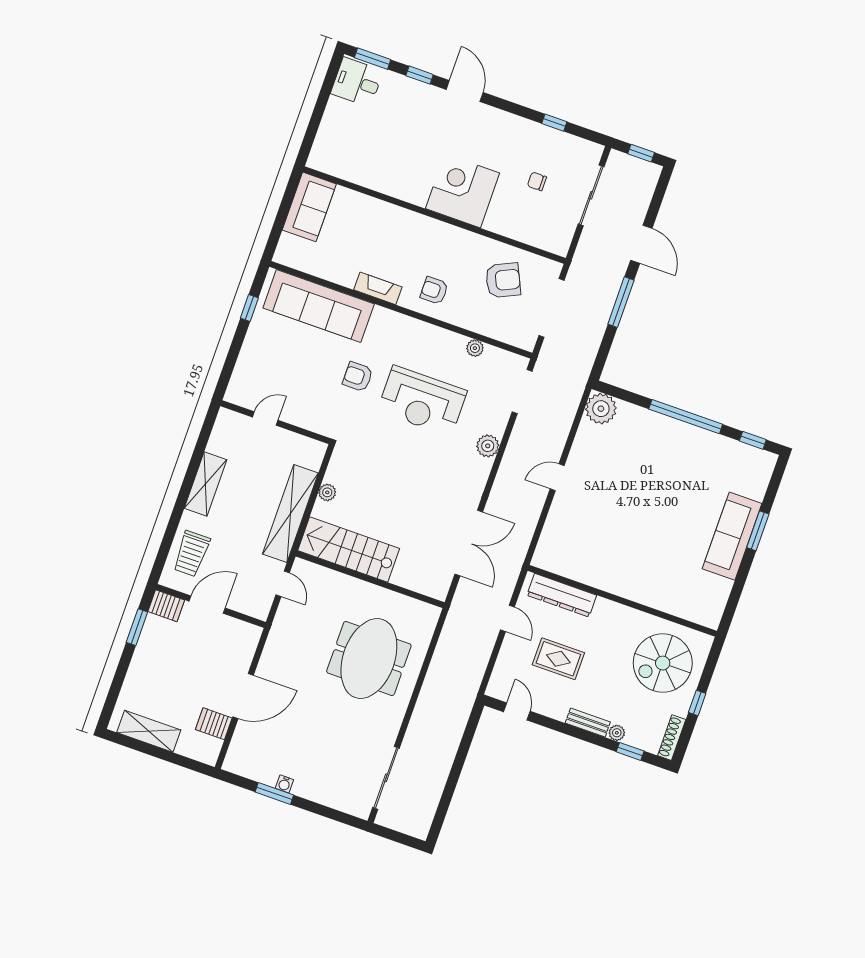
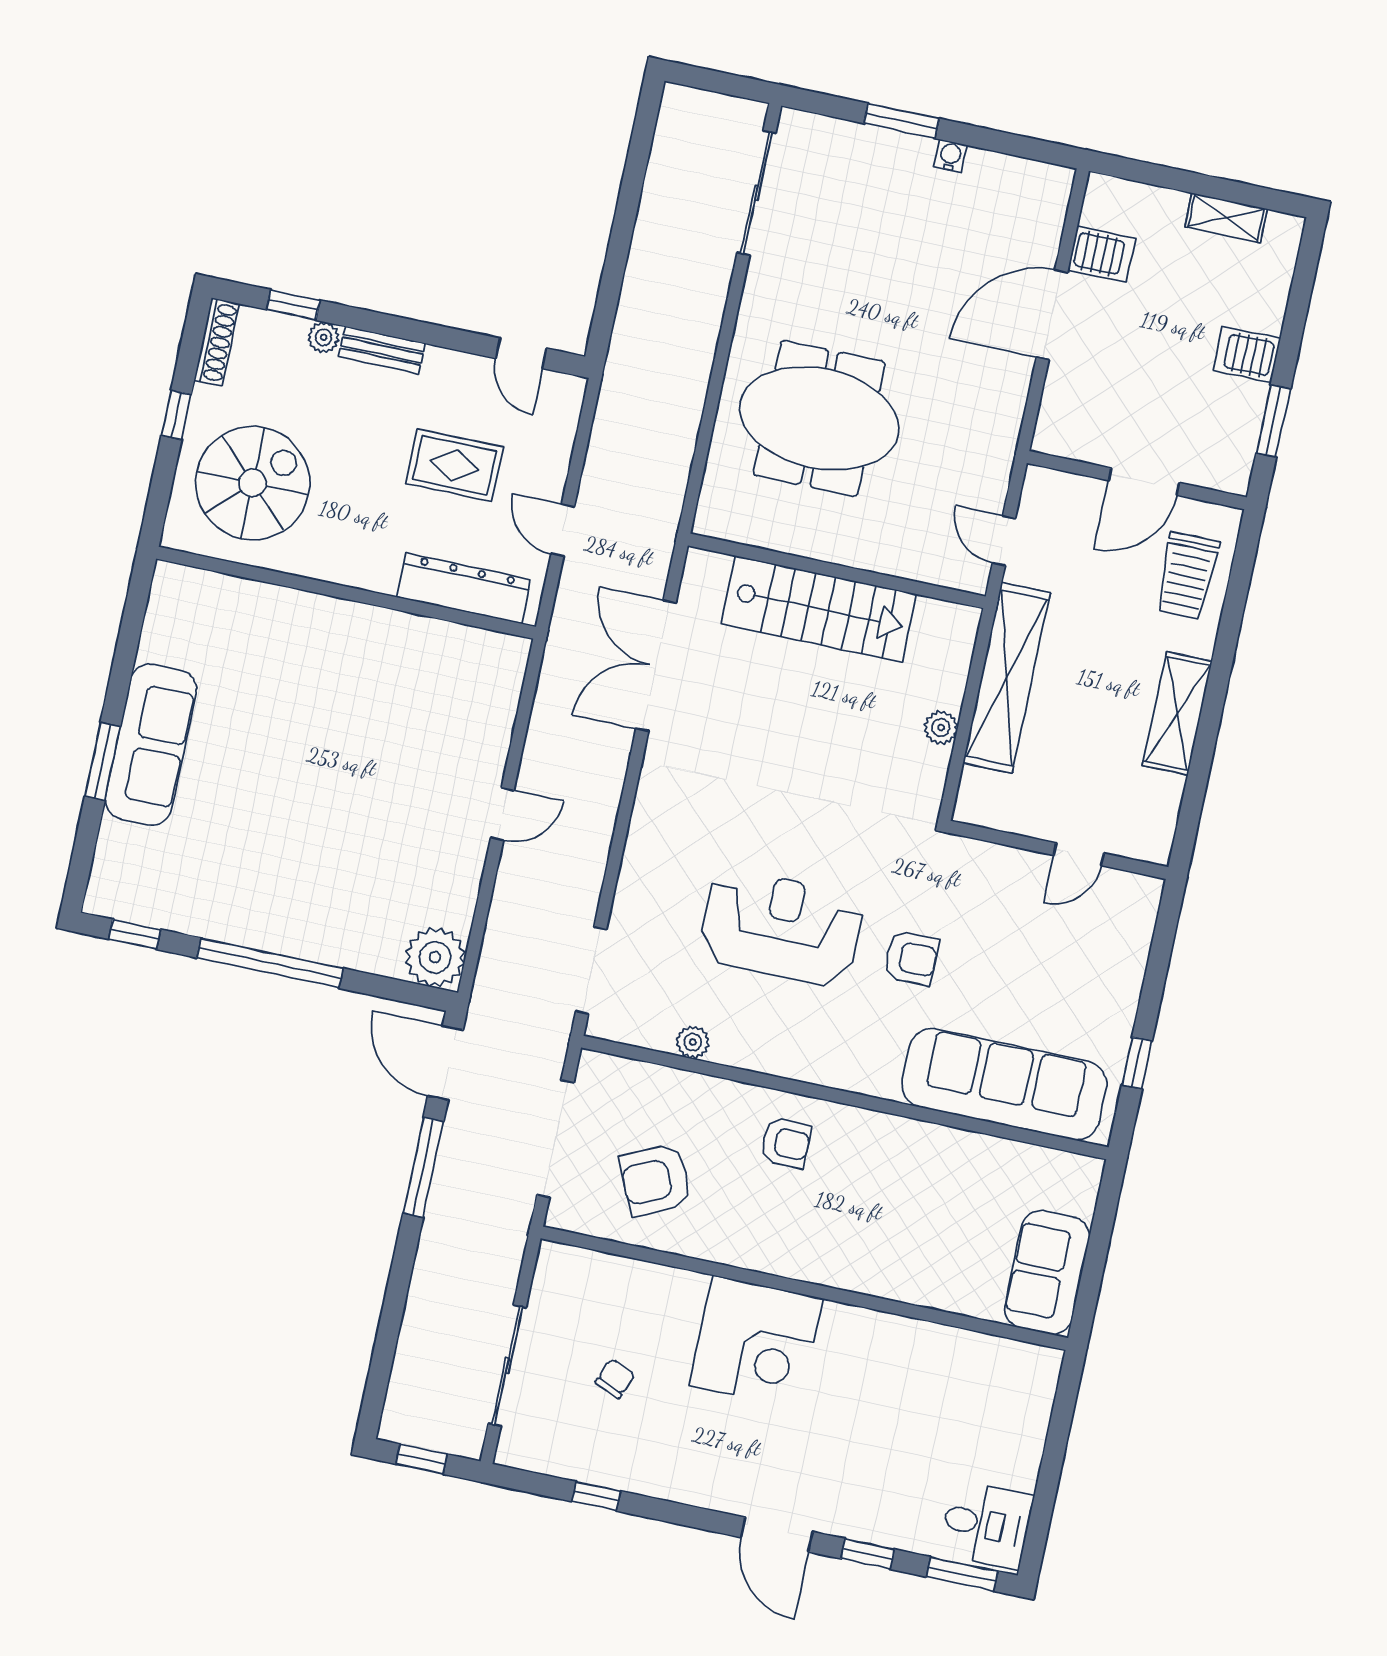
chair: (537, 181) -> (615, 1379), turned -67
door: (641, 244) -> (445, 1063), moved
fireplace: (378, 288) -> (894, 1133), removed
plant: (488, 446) -> (644, 857), removed
stairs: (349, 549) -> (819, 609), moved
trolley: (191, 554) -> (1187, 576), turned 180
server rack: (166, 606) -> (1247, 355), moved
meeting table: (369, 658) -> (819, 418), turned 90
shelving: (149, 731) -> (1226, 218), width x0.67, depth x0.75
window: (274, 794) -> (901, 121), moved

